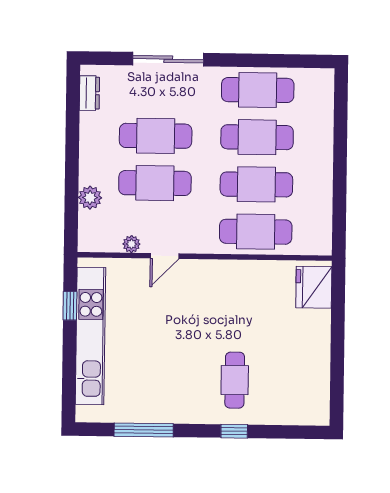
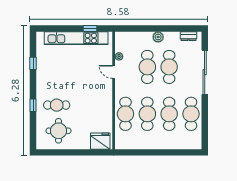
sliding door: (168, 59) -> (205, 72), width x1.36
plant: (90, 198) -> (158, 37), moved
round table: (290, 377) -> (59, 131), added
window: (144, 430) -> (33, 63), width x0.46

